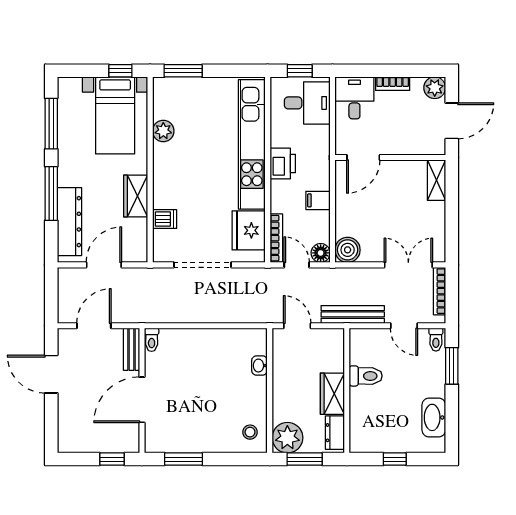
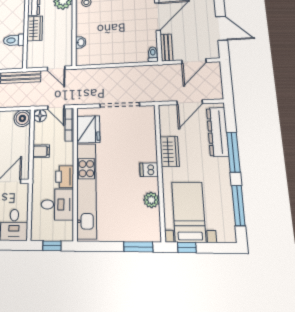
desk: (307, 103) -> (57, 204), moved, turned 180
dishwasher: (165, 219) -> (149, 170), moved

